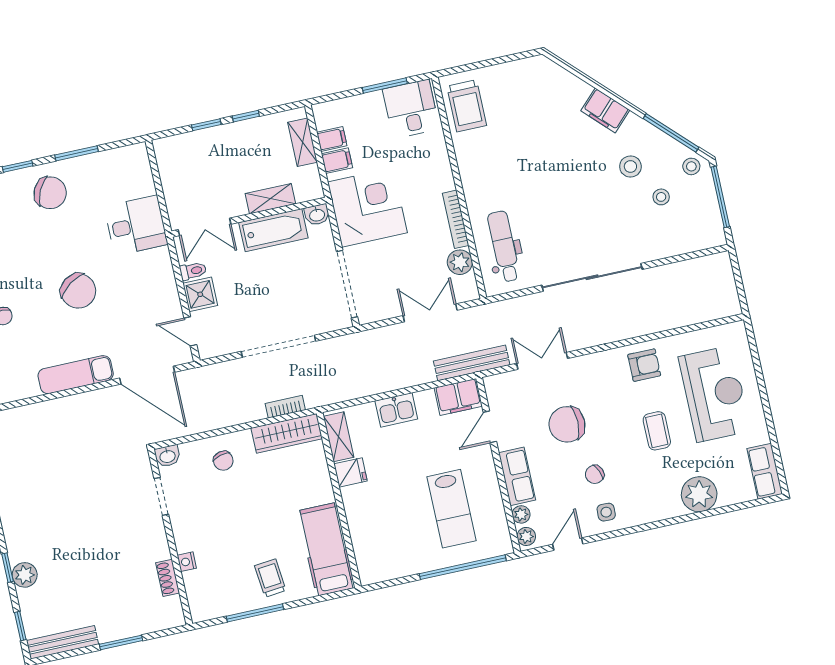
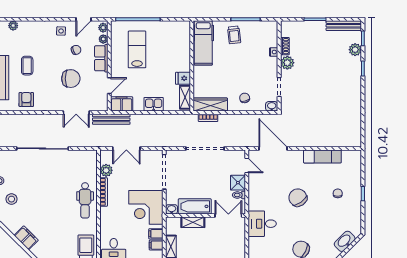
filing cabinet: (605, 110) -> (26, 238), moved
dental chair: (504, 246) -> (85, 200), moved
armchair: (644, 365) -> (26, 99), turned 90
exam couch: (76, 375) -> (322, 157), moved
chair: (595, 474) -> (76, 50), moved
plant: (699, 494) -> (13, 26), width x0.53, depth x0.53
plant: (156, 547) -> (287, 63), added
plant: (25, 575) -> (355, 50), moved

